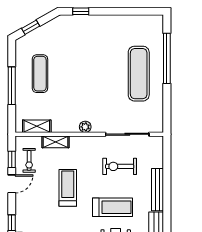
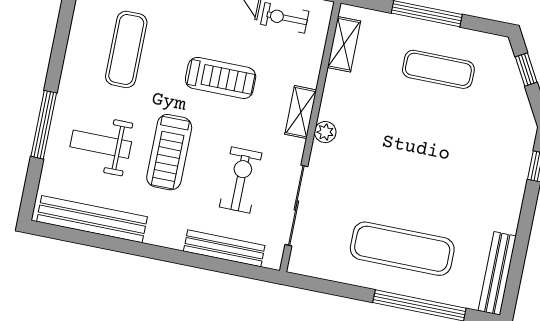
bench: (142, 21) -> (497, 273), added
shelving: (55, 142) -> (301, 112), moved
bench: (157, 190) -> (224, 248), moved

